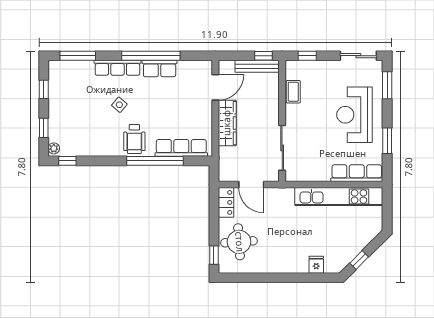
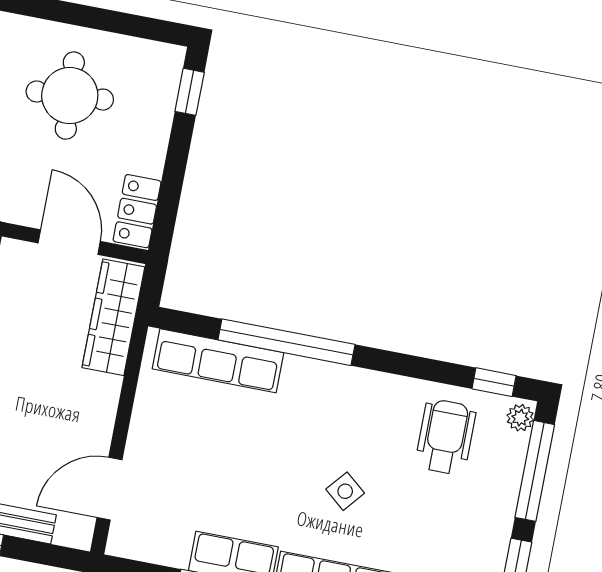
wardrobe: (227, 123) -> (113, 317), moved
window: (44, 128) -> (535, 471), width x2.17
wheelchair: (134, 139) -> (446, 437), moved
round table: (239, 242) -> (70, 96), moved

